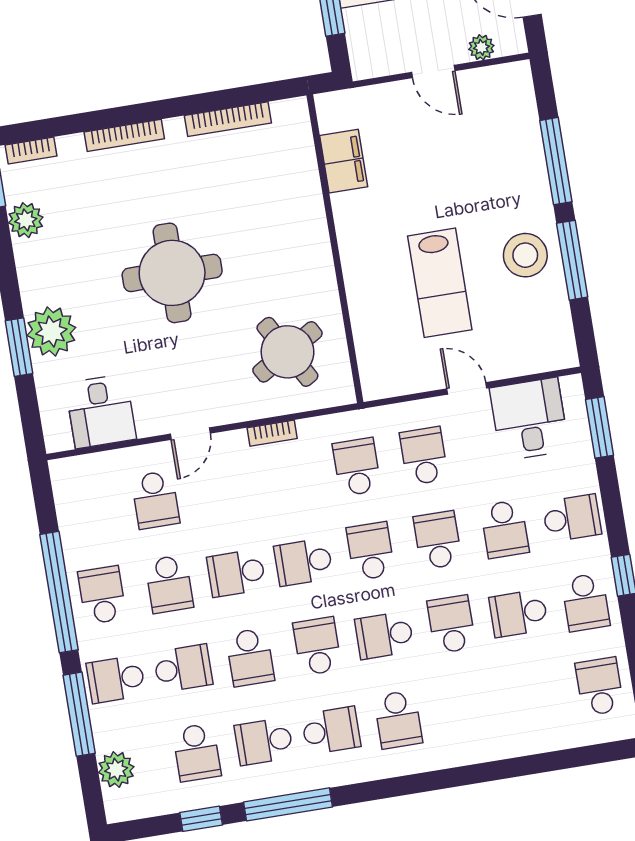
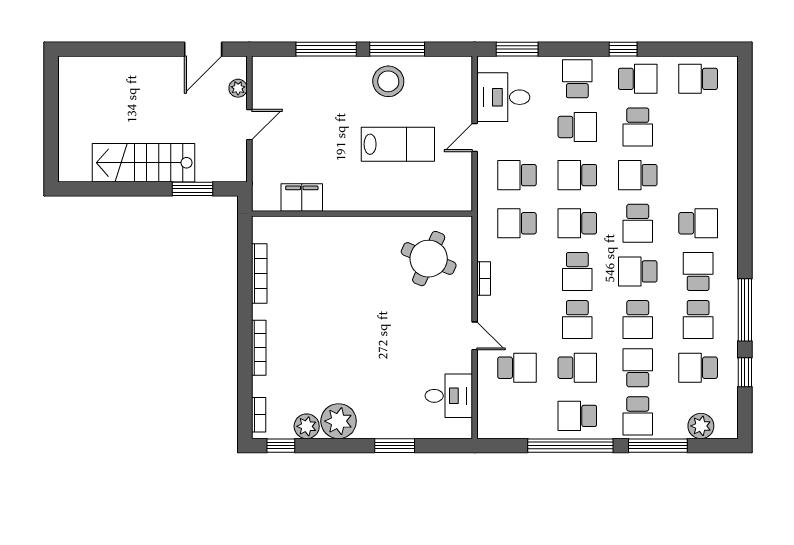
round table: (172, 273) -> (360, 330), removed
plant: (51, 332) -> (339, 421), moved
round table: (287, 352) -> (429, 259), turned -37
school desk: (250, 657) -> (638, 320), turned 90
school desk: (197, 752) -> (698, 368), turned 180

